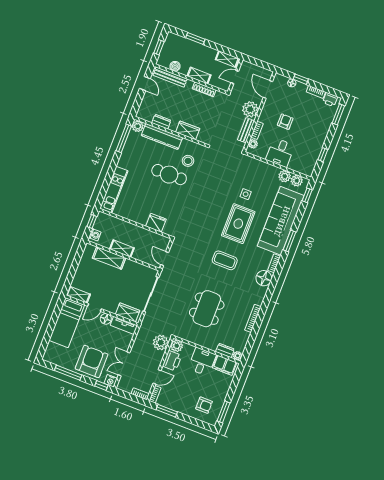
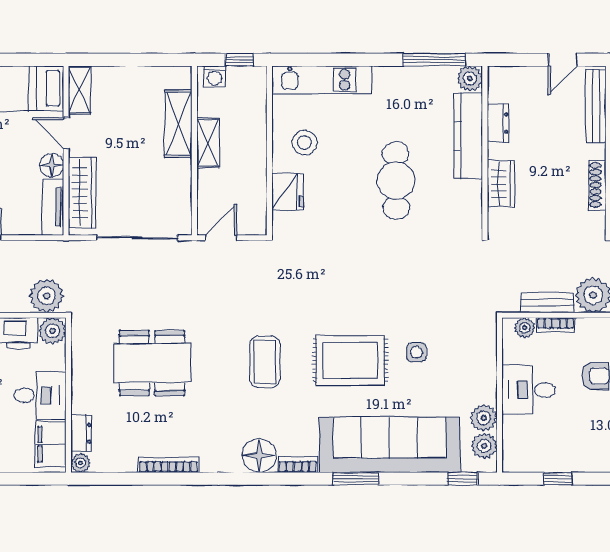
stool: (188, 161) -> (305, 143), moved
wardrobe: (128, 312) -> (82, 193), width x1.50

